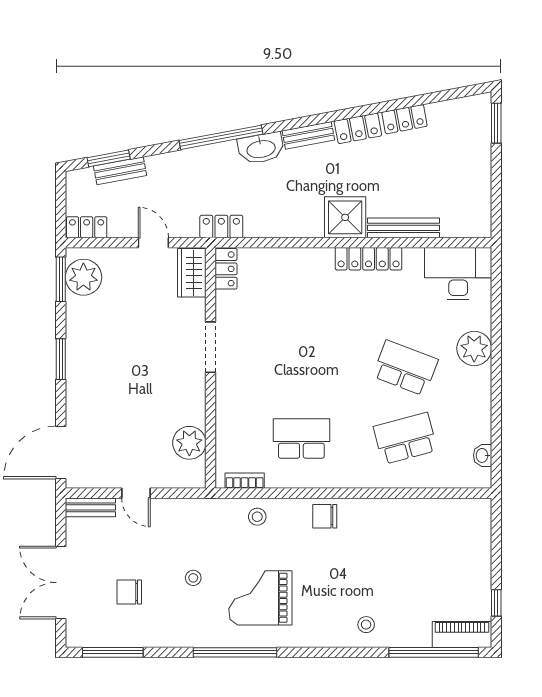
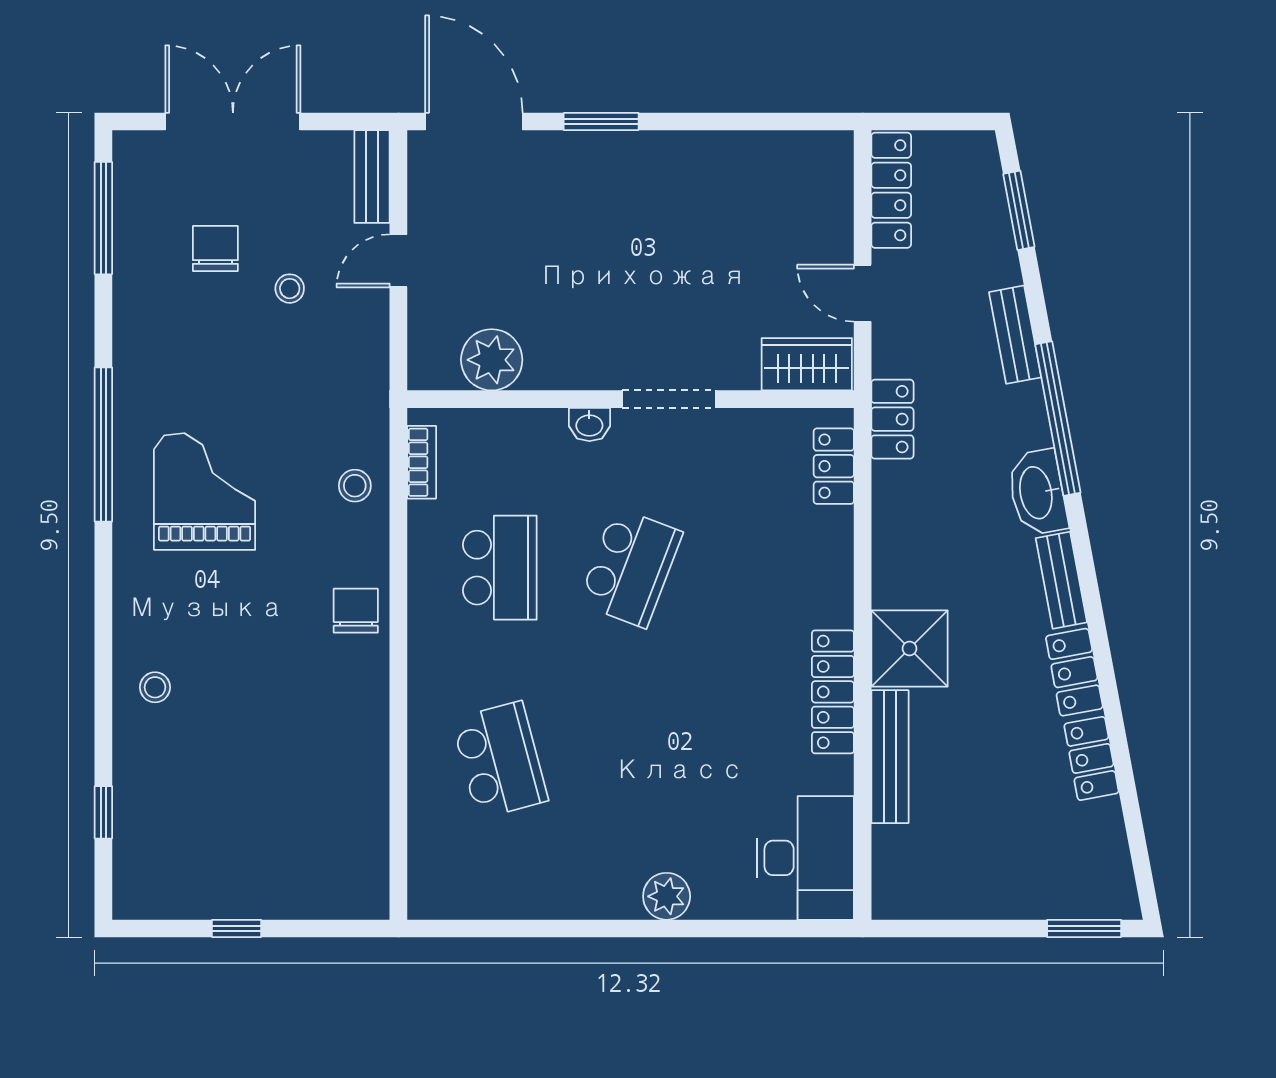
bench: (120, 171) -> (1015, 335), moved
locker: (87, 227) -> (891, 190), width x1.53
door: (153, 243) -> (863, 293), swing flipped
locker: (226, 269) -> (834, 466), moved, turned 90
plant: (83, 277) -> (799, 164), removed
window: (61, 279) -> (795, 122), removed
plant: (474, 348) -> (667, 896), width x0.73, depth x0.73
window: (61, 359) -> (601, 122), moved
school desk: (405, 368) -> (631, 568), moved
washbasin: (483, 455) -> (589, 425), moved, turned 180
stool: (193, 578) -> (290, 289), moved
window: (496, 603) -> (237, 928), moved
piano: (462, 634) -> (137, 865), removed
window: (434, 652) -> (103, 812), width x0.32

